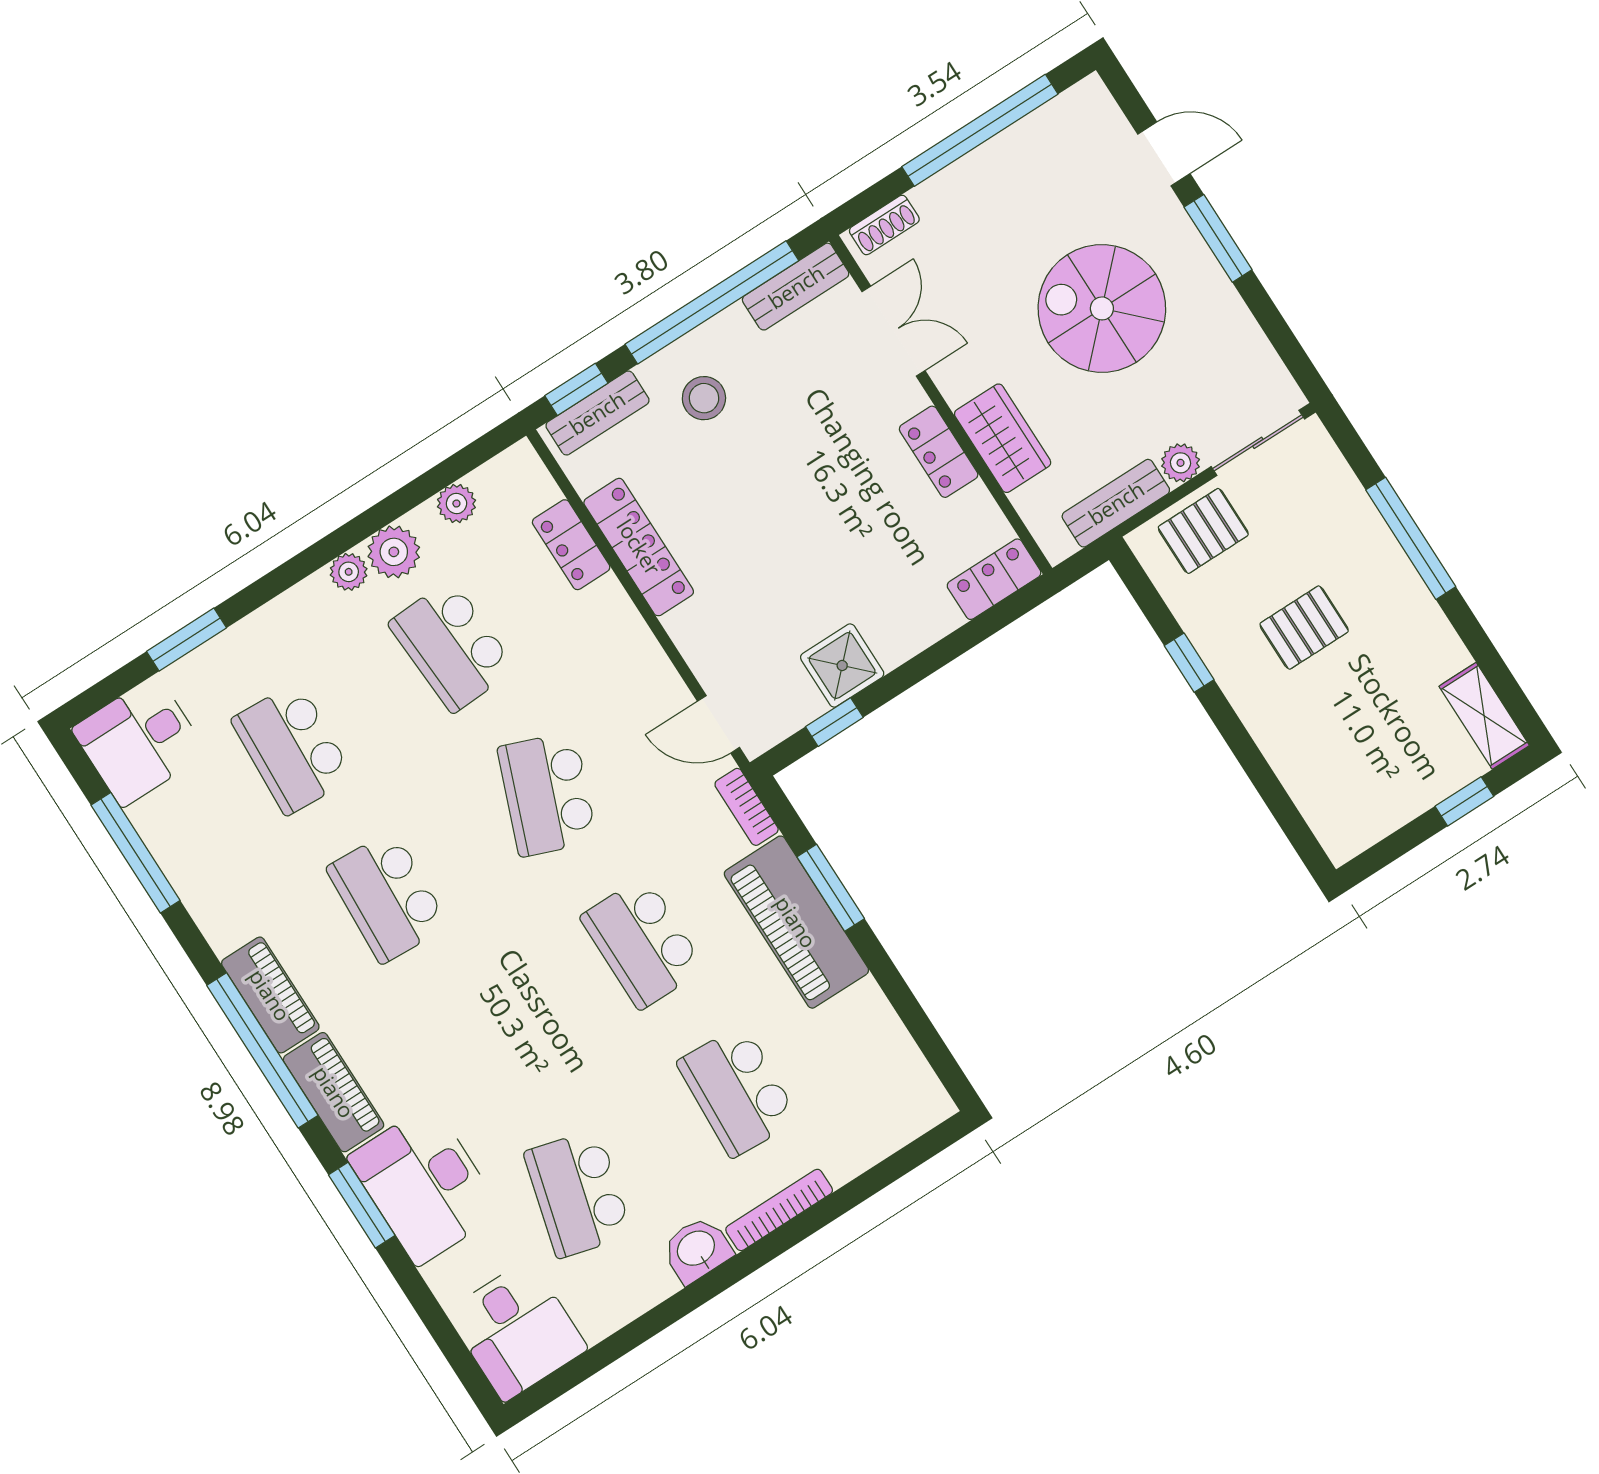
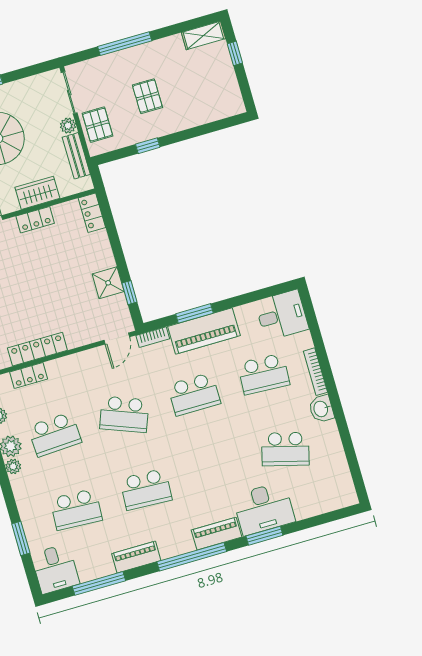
piano: (270, 995) -> (136, 557), moved
desk: (517, 1330) -> (282, 315), moved

